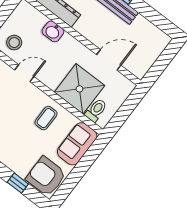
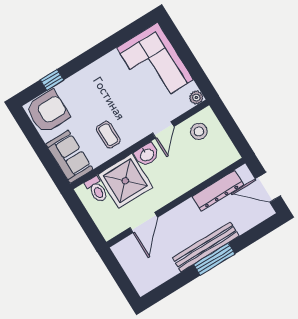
washbasin: (53, 31) -> (147, 155), moved, turned 180

